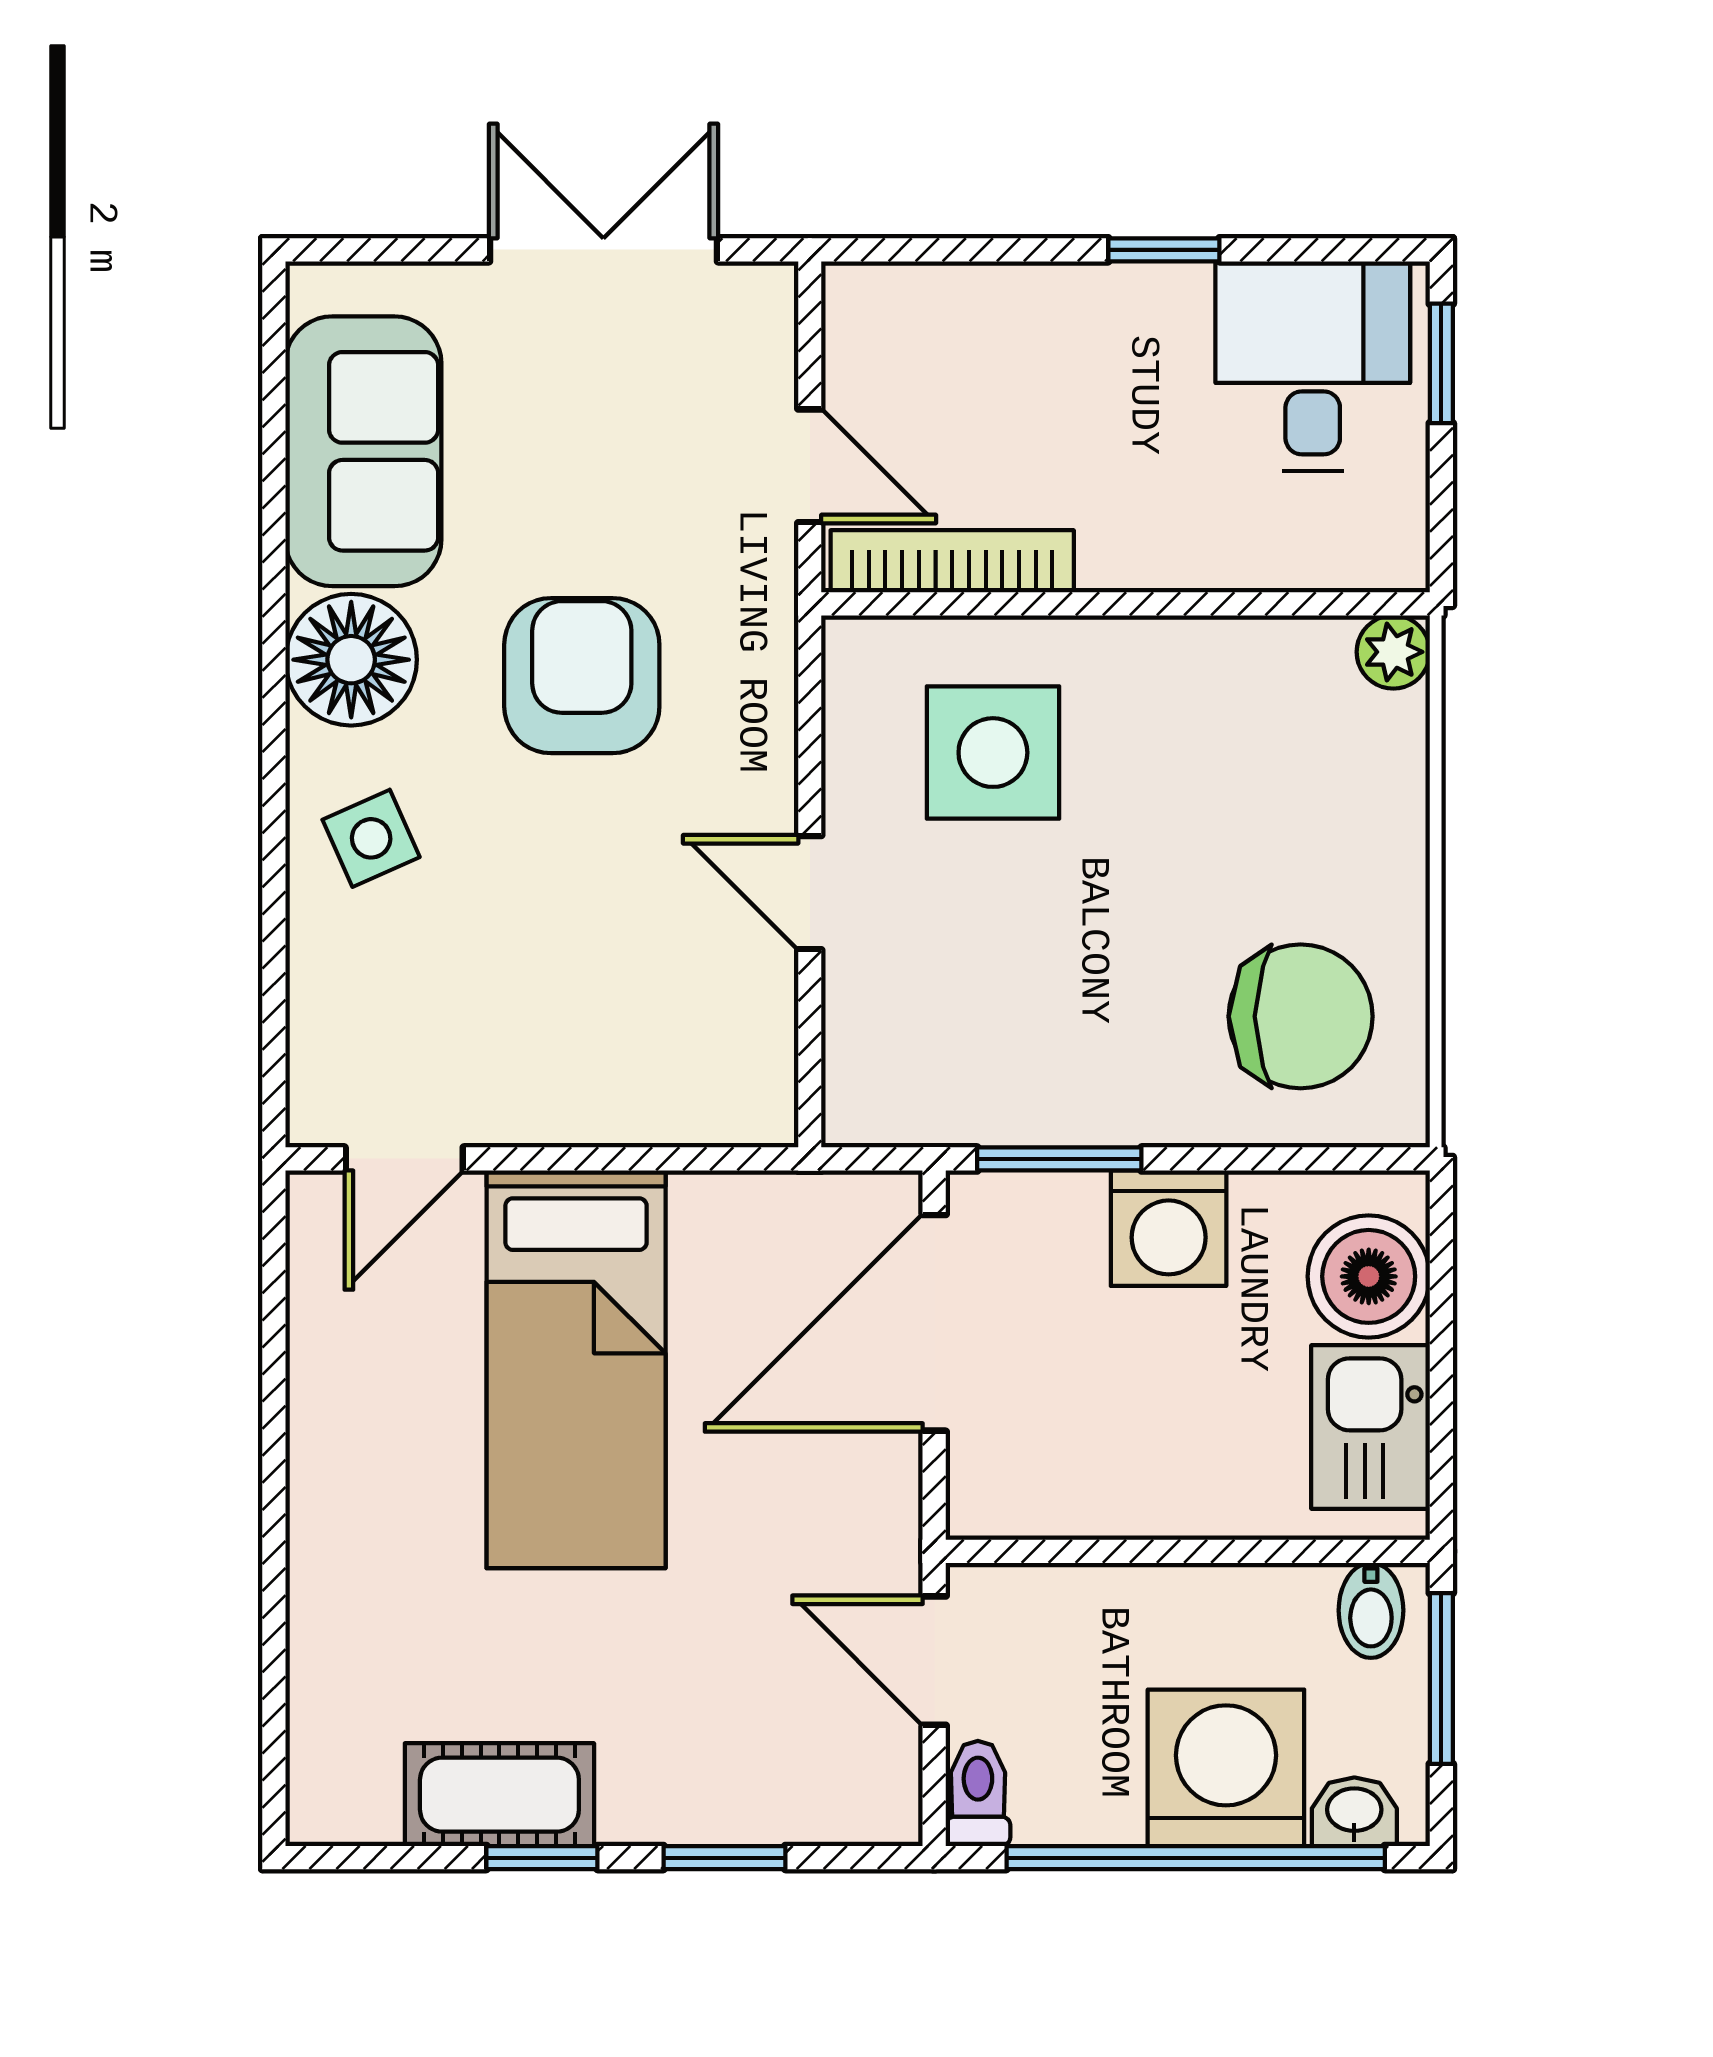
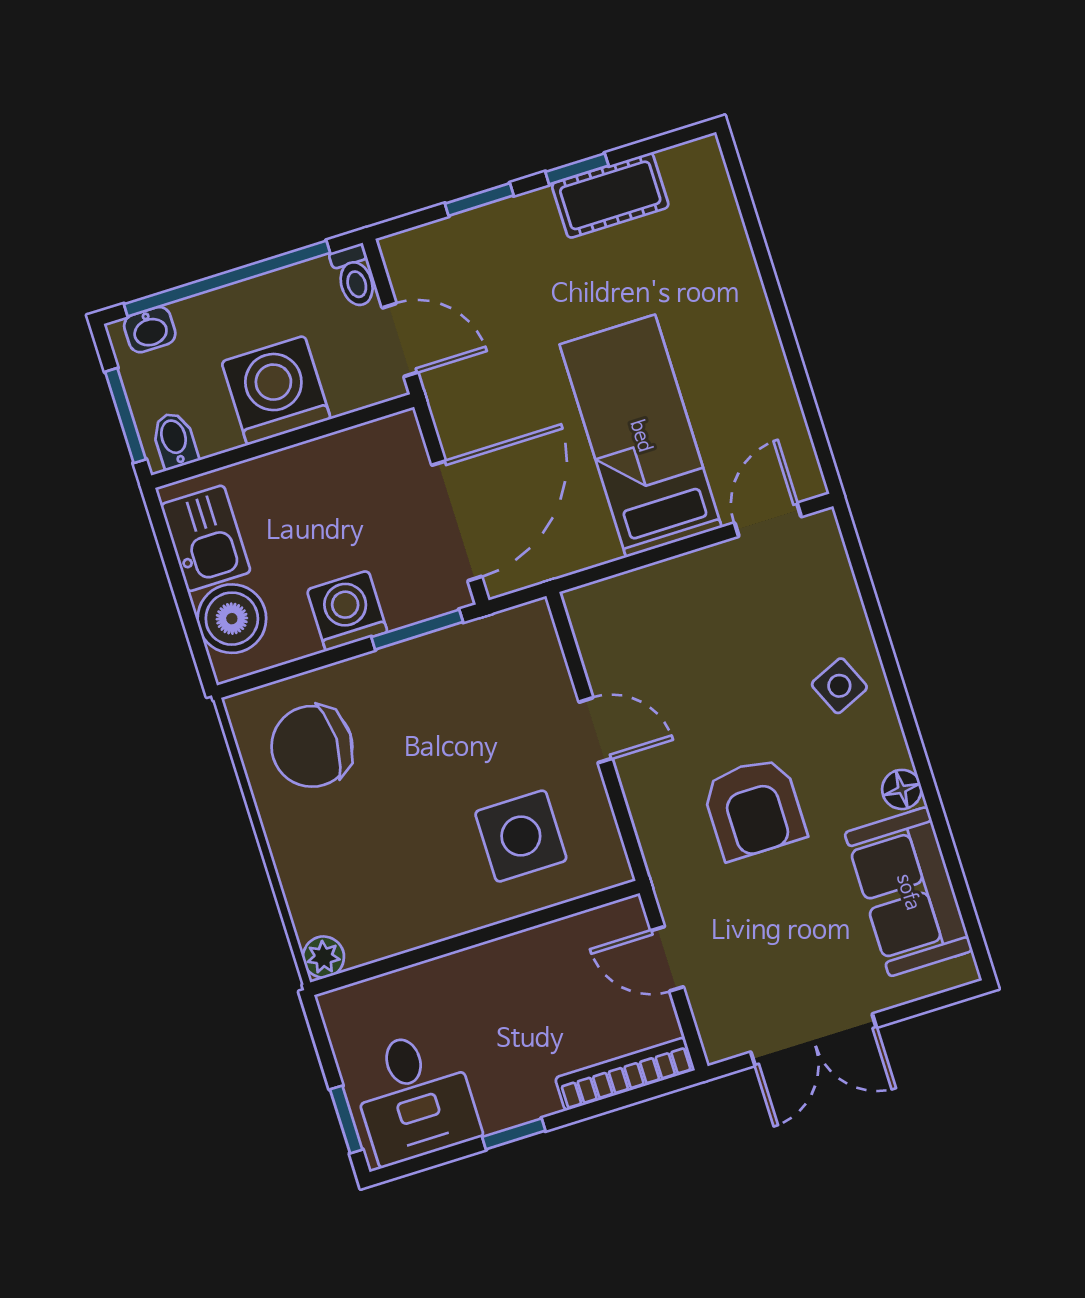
bookcase: (952, 561) -> (625, 1074), moved, turned 180
floor lamp: (351, 660) -> (902, 789), width x0.53, depth x0.53
washing machine: (1226, 1768) -> (276, 390), moved, turned 180

